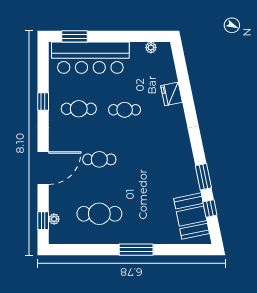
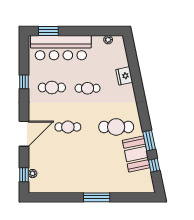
cafe table: (99, 214) -> (116, 127), moved
booth: (192, 216) -> (136, 154), moved

